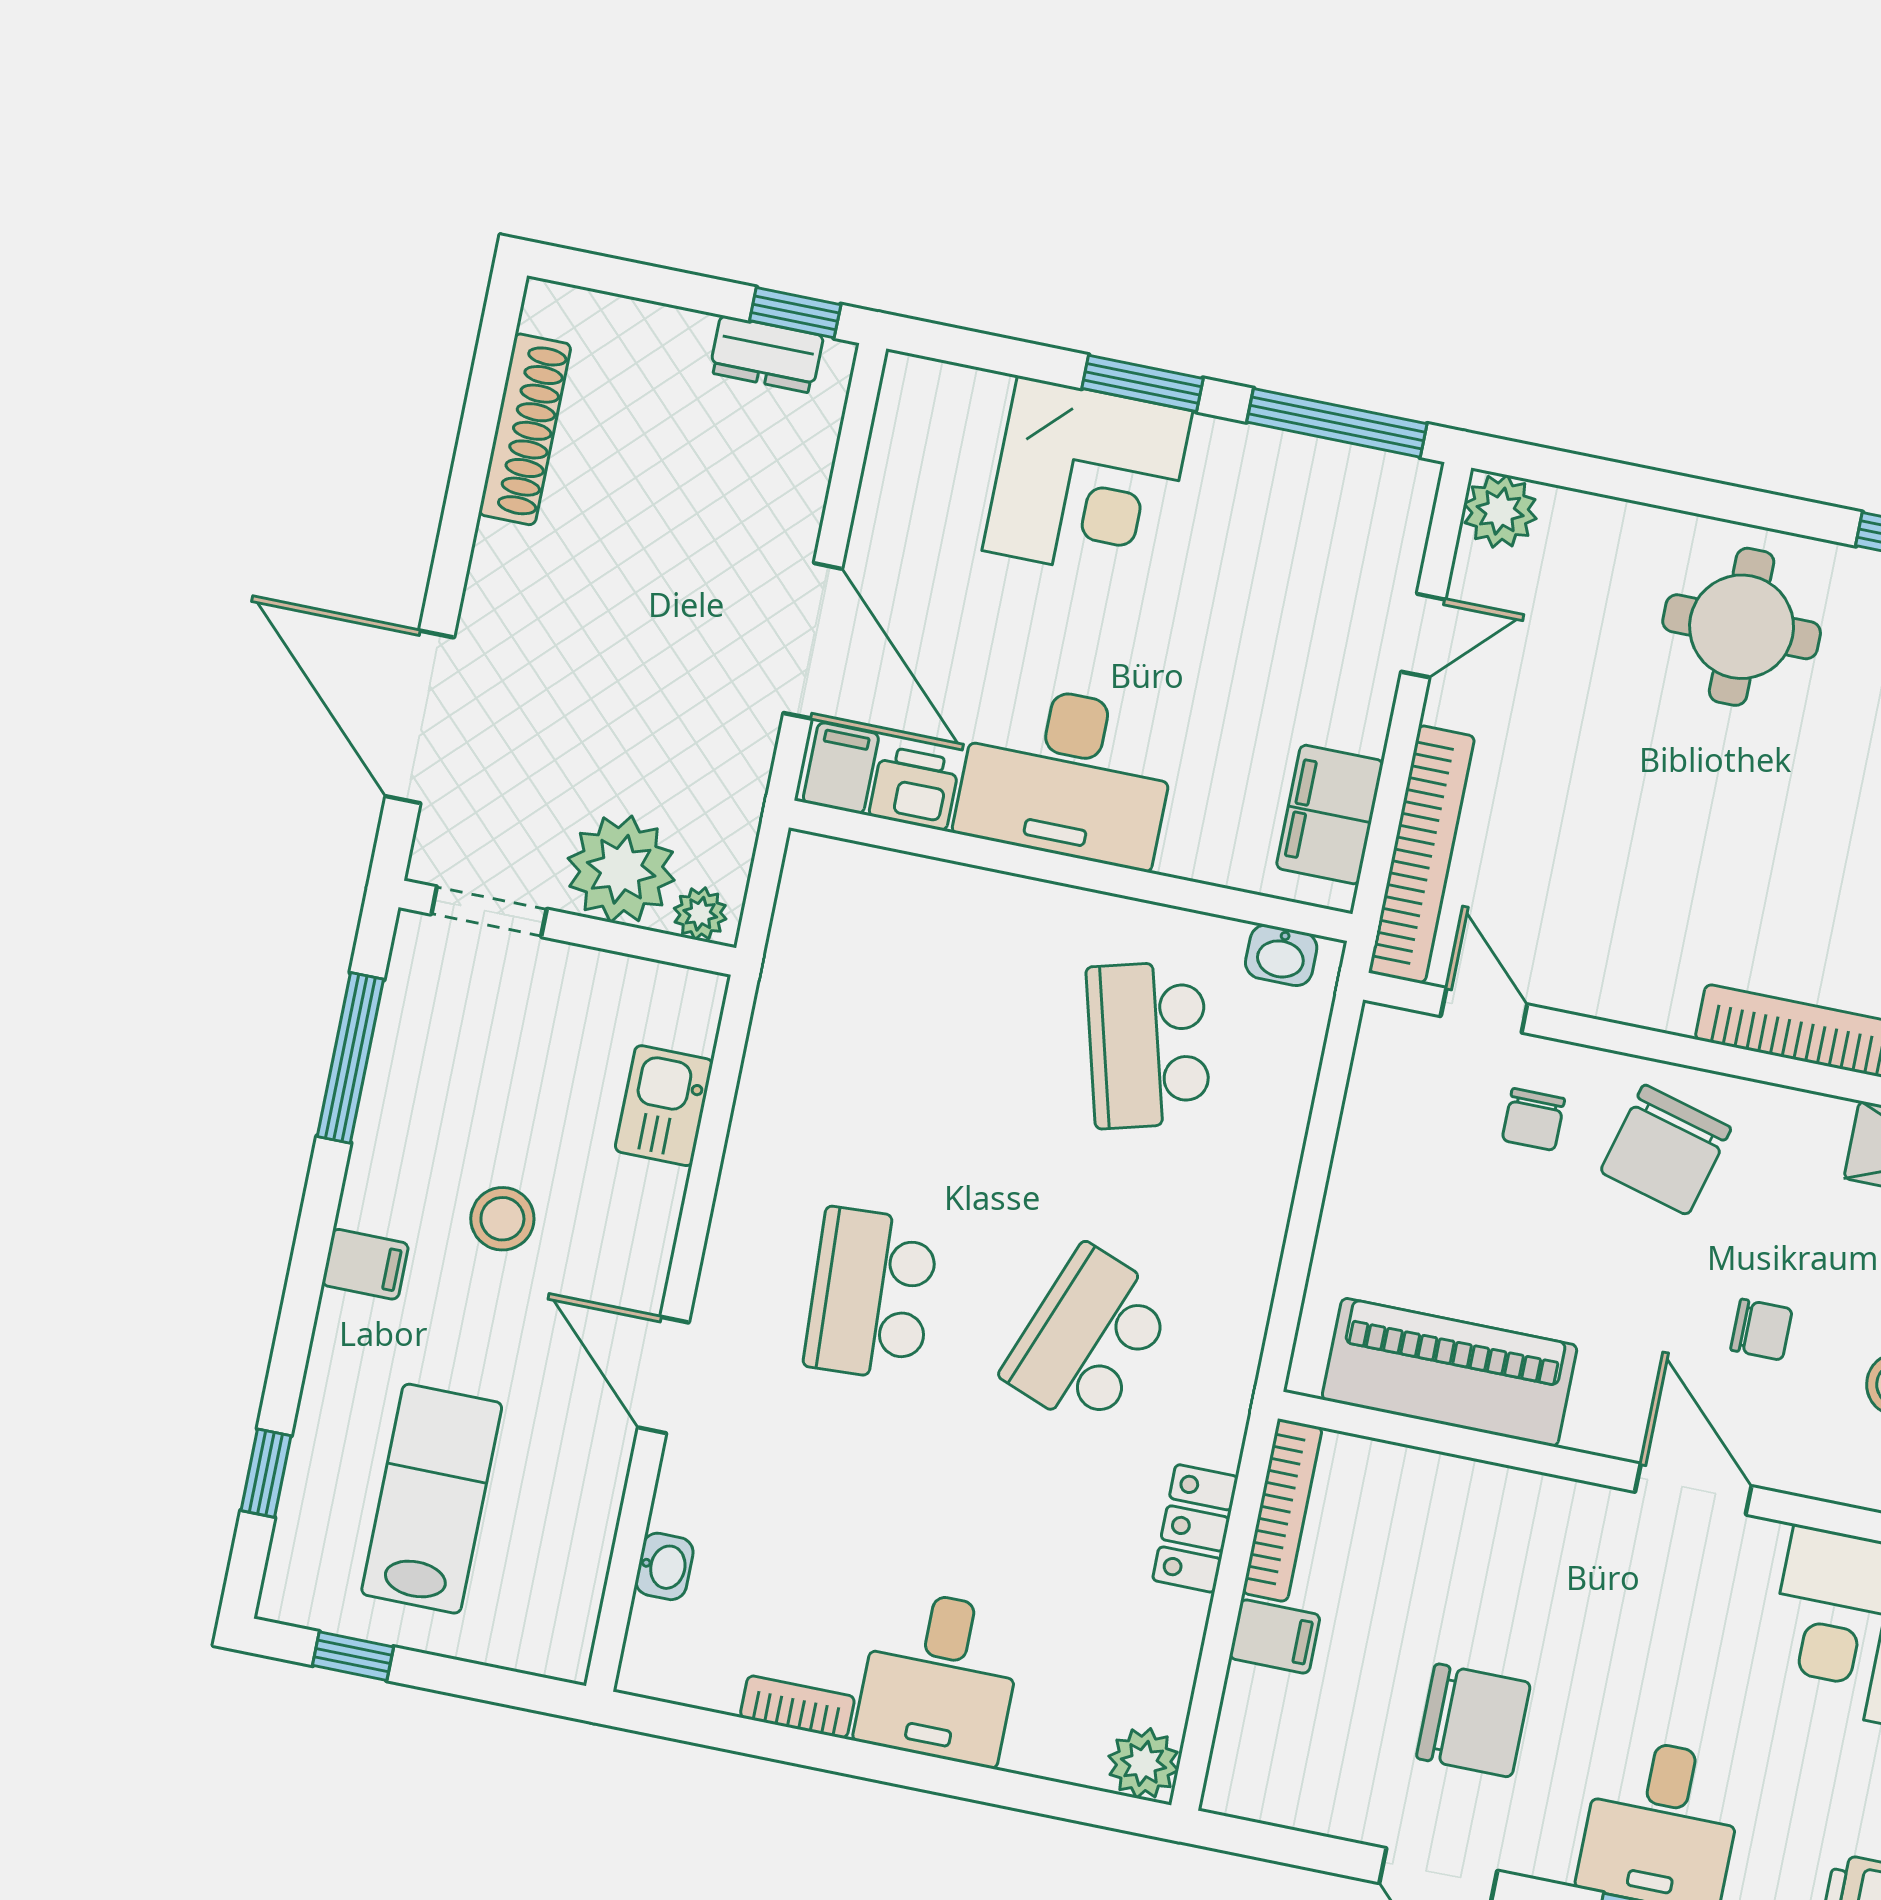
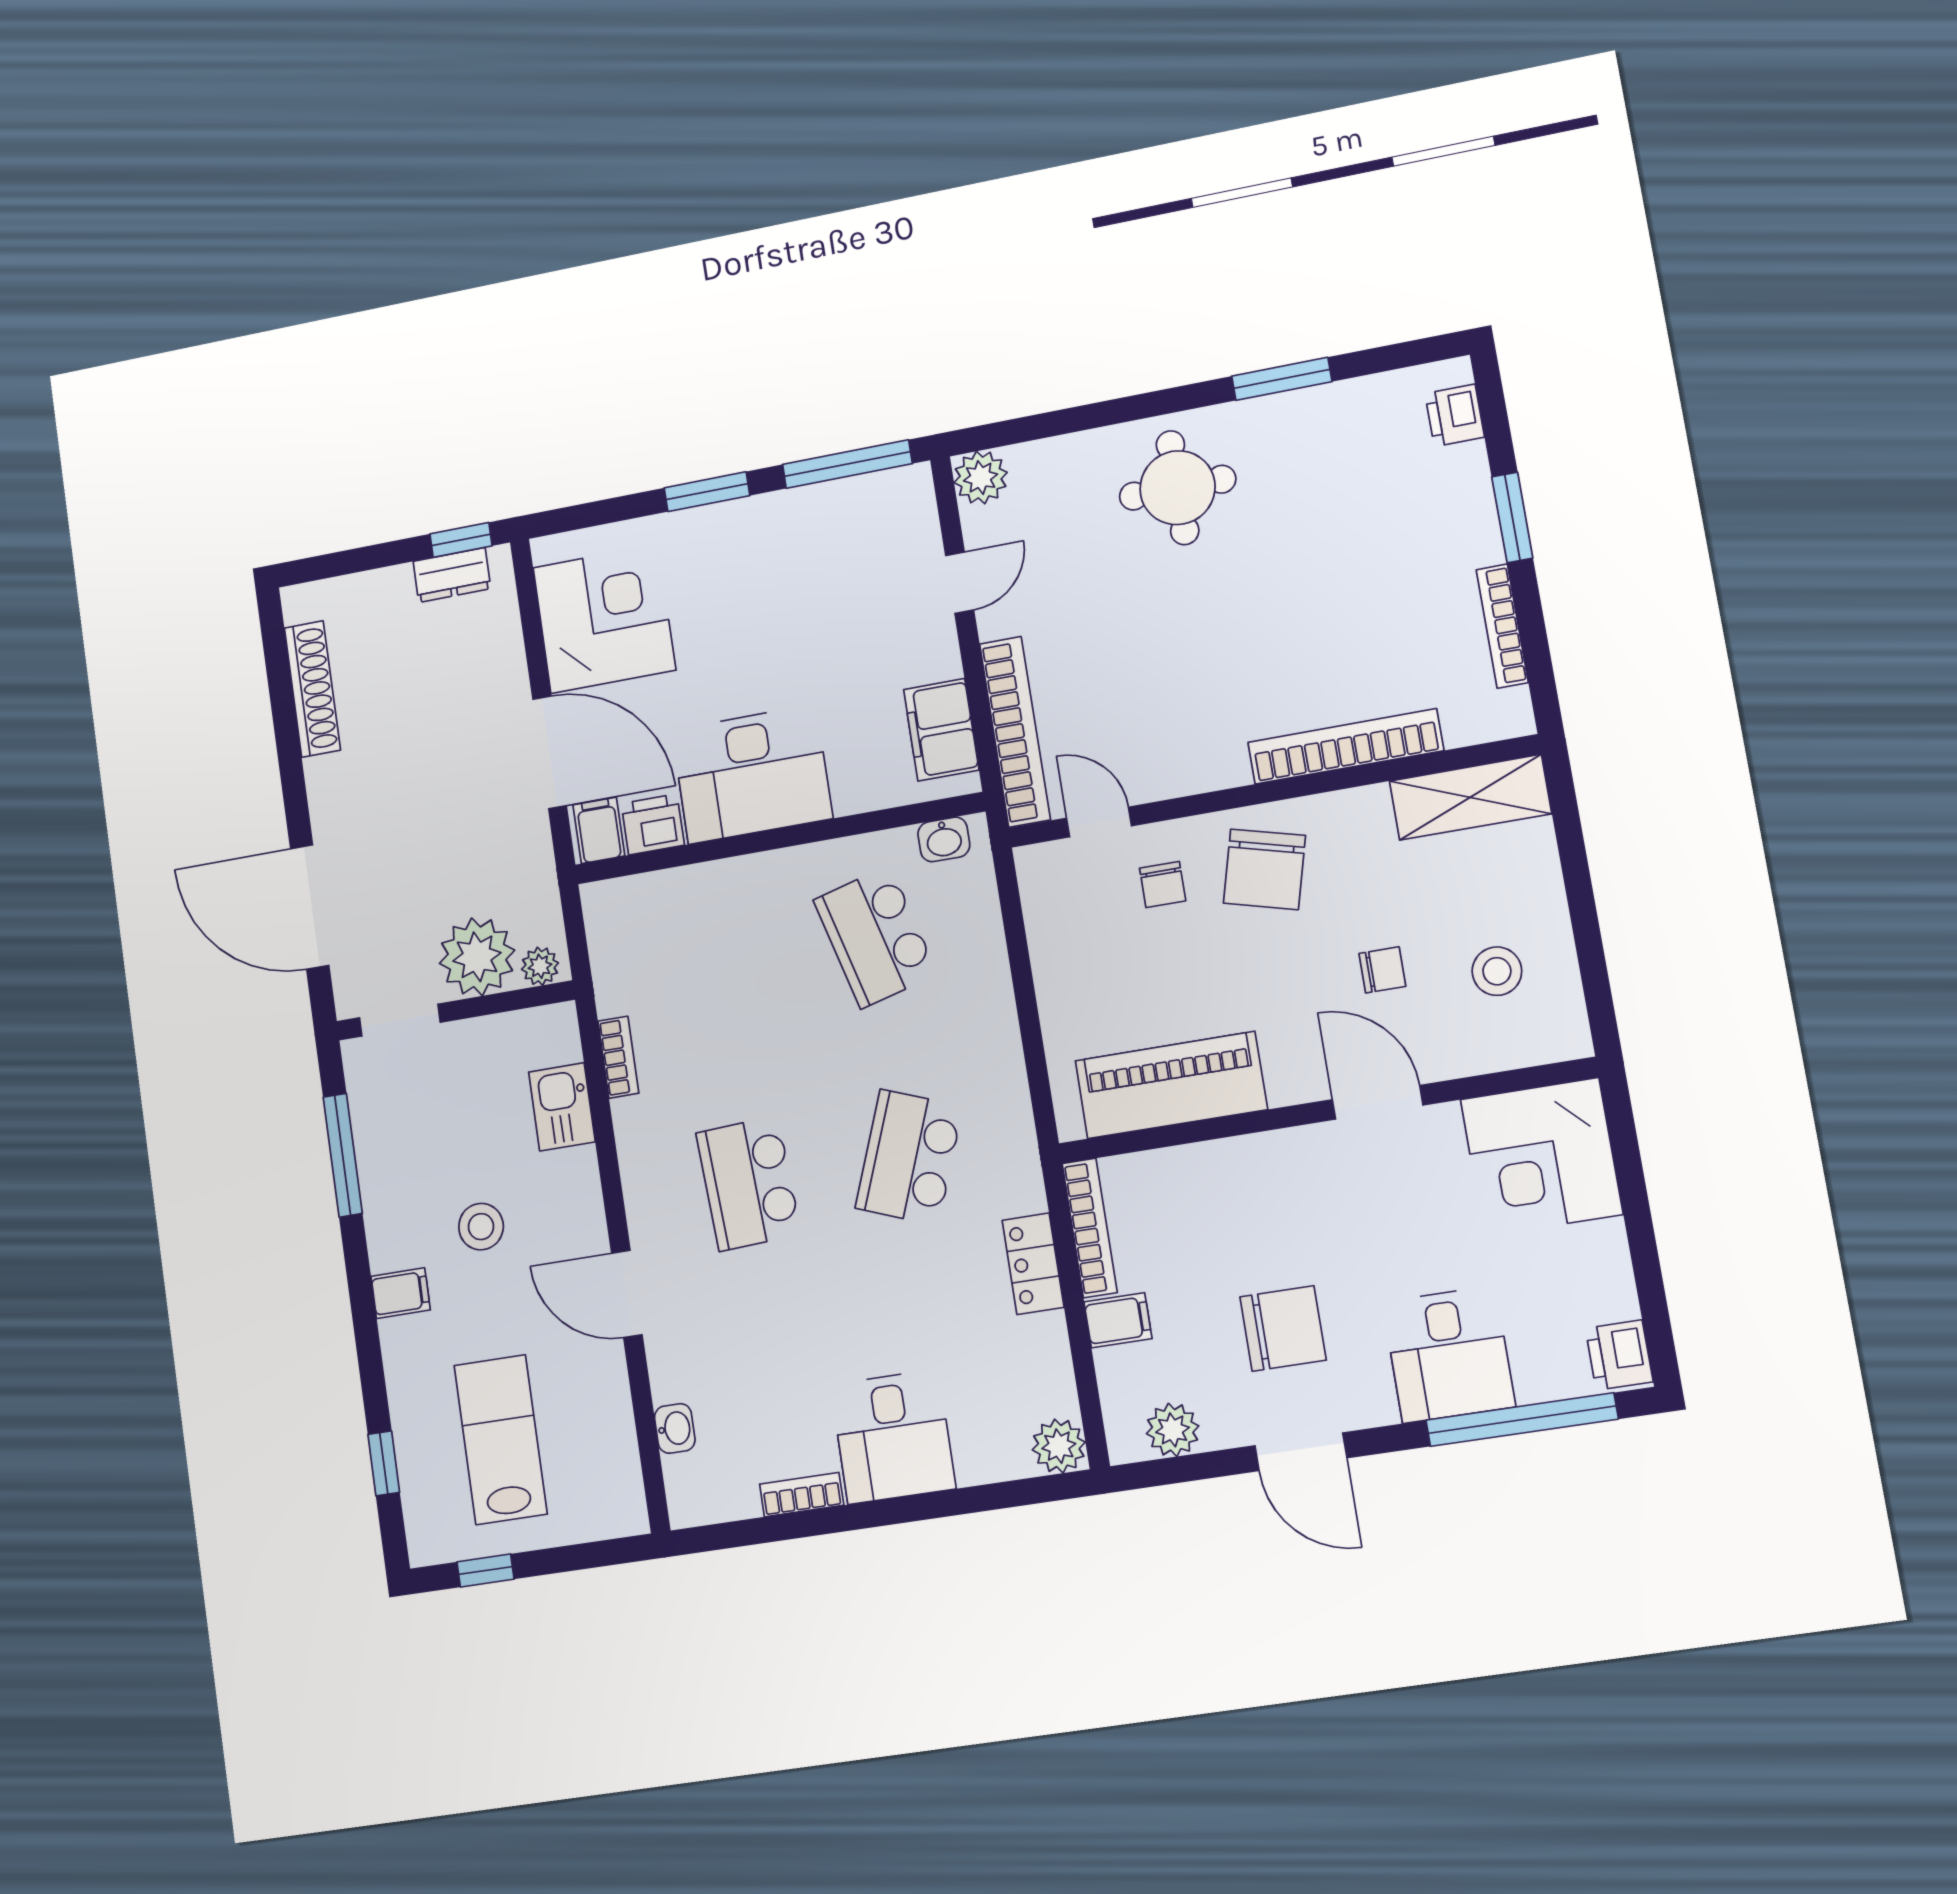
corner desk: (1087, 481) -> (604, 619), moved, turned -90
bookcase: (761, 1070) -> (618, 1057), added
plant: (1292, 1794) -> (1173, 1430), added

